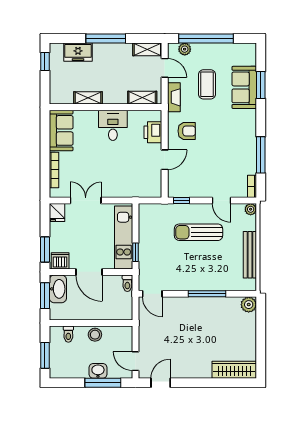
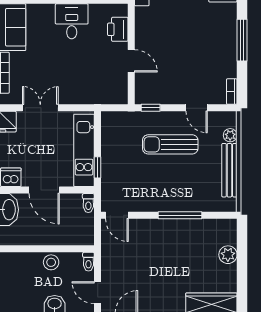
armchair: (187, 131) -> (157, 28), removed
window: (261, 155) -> (242, 40), moved
door: (165, 160) -> (131, 61), hinge flipped
plant: (251, 209) -> (230, 135), moved
plant: (249, 305) -> (228, 255), moved
toilet: (68, 334) -> (88, 262), moved

